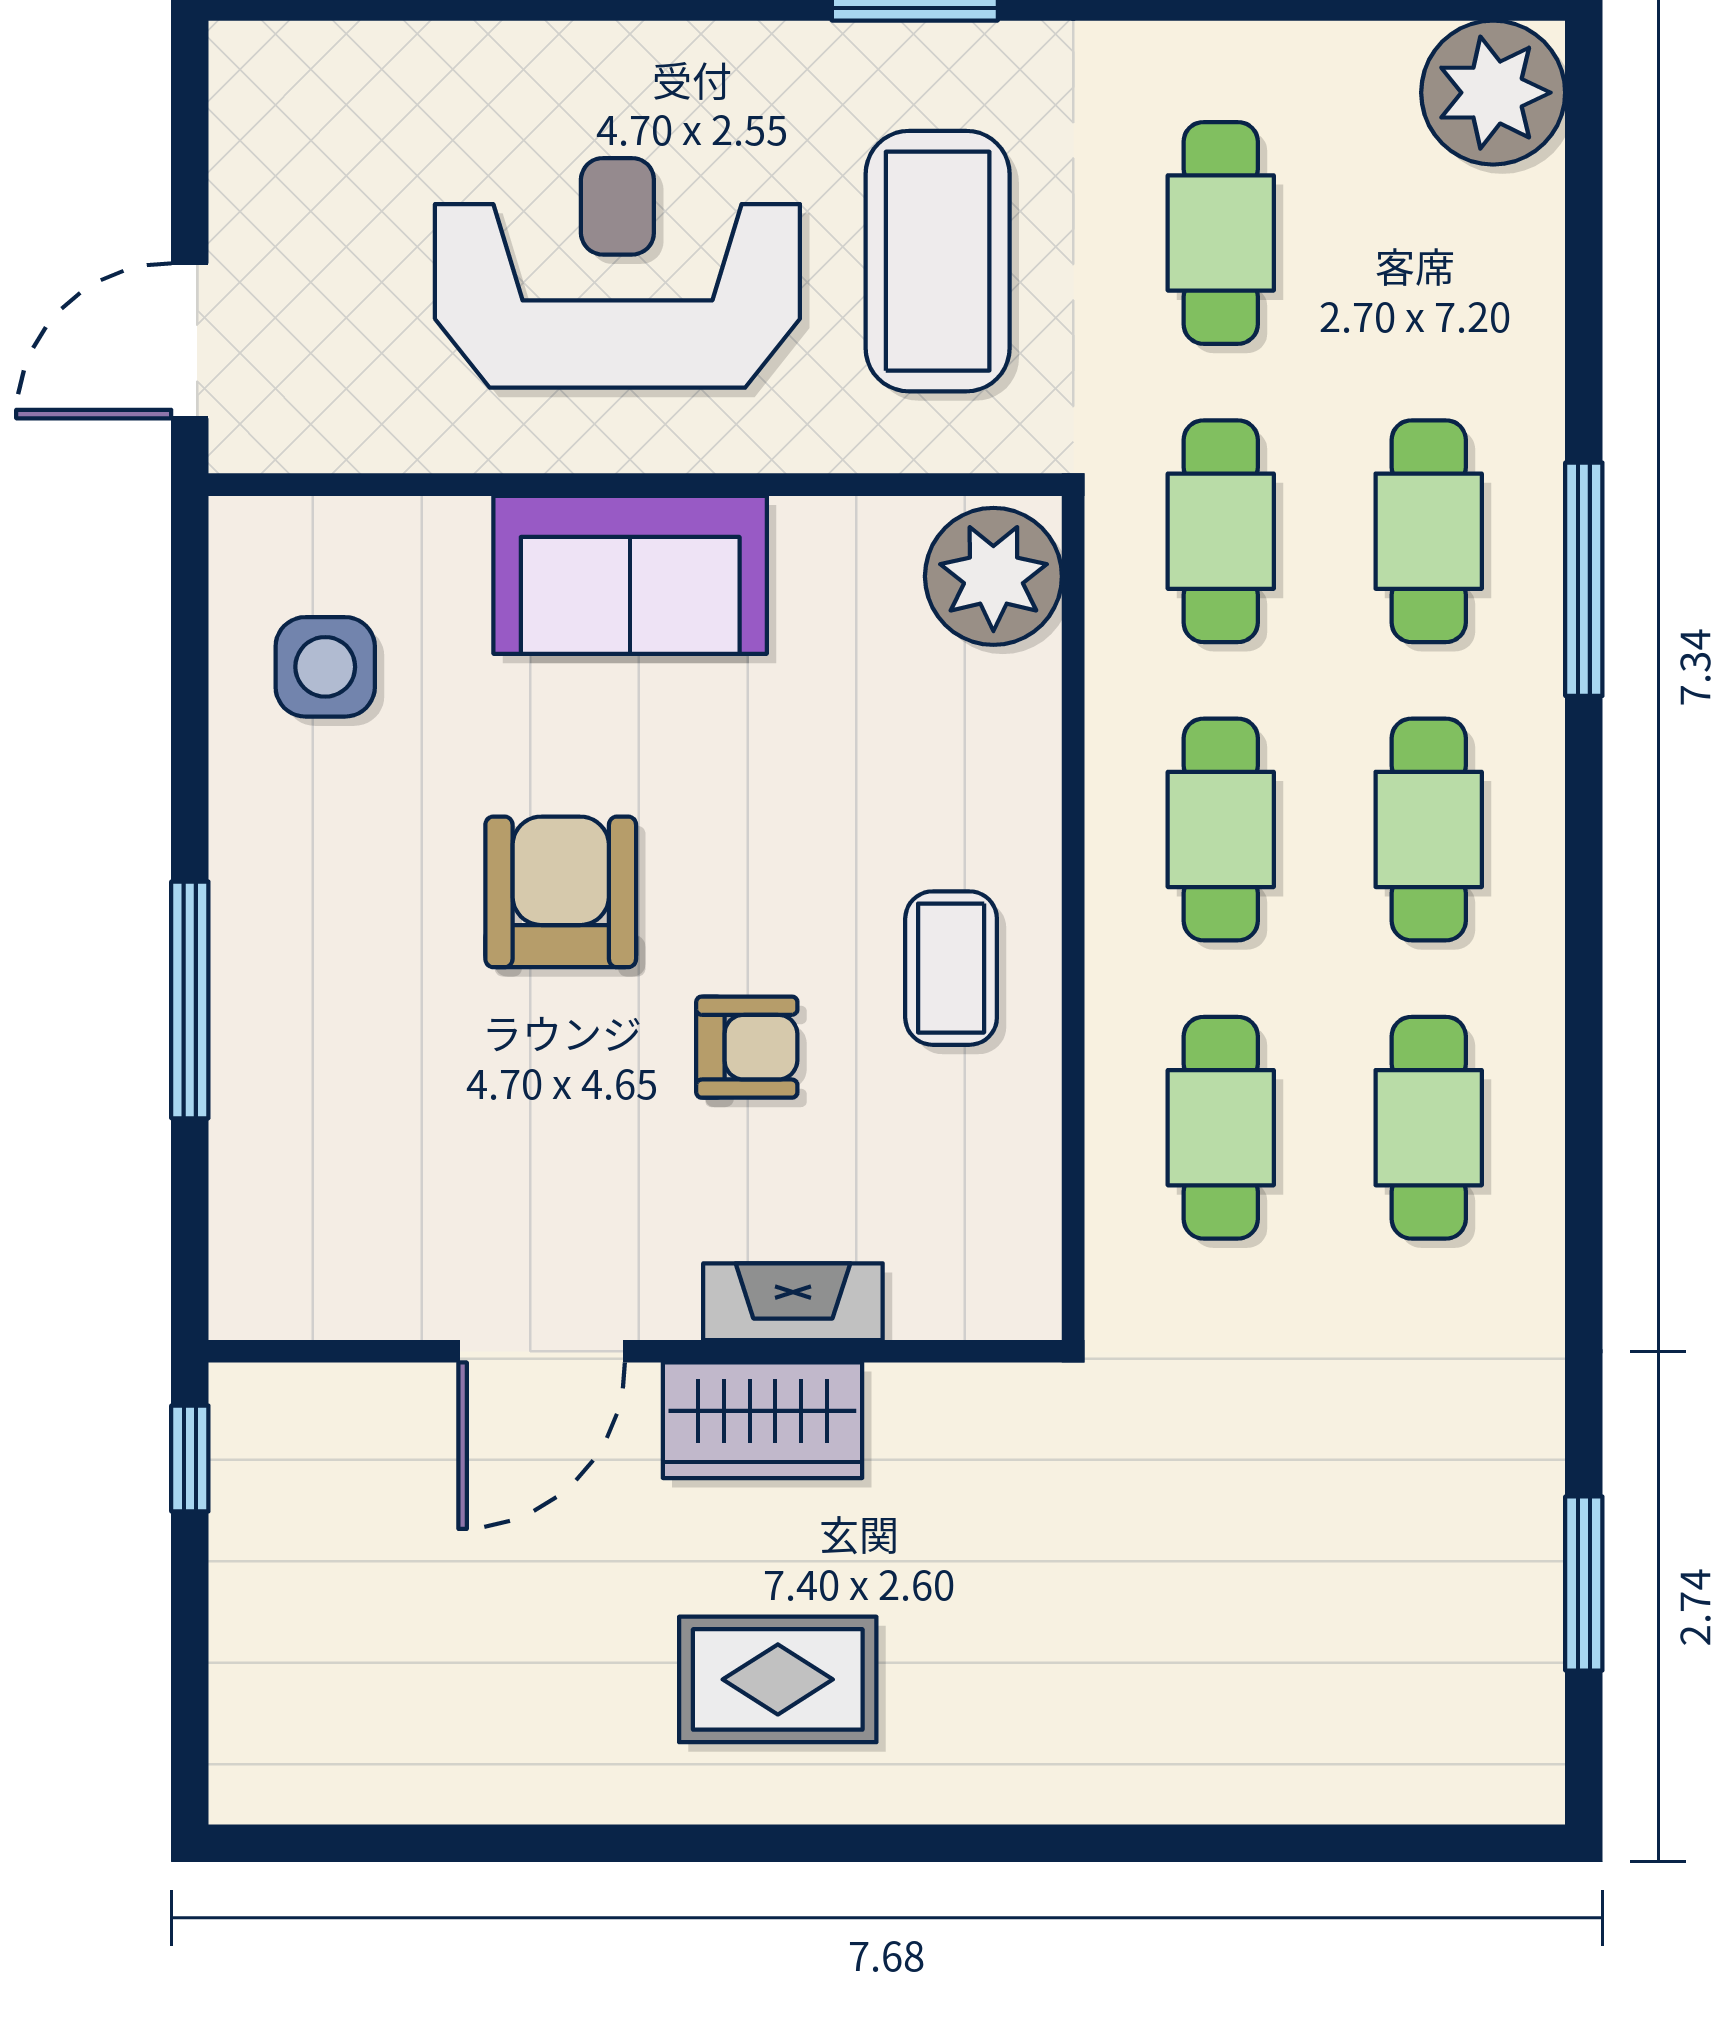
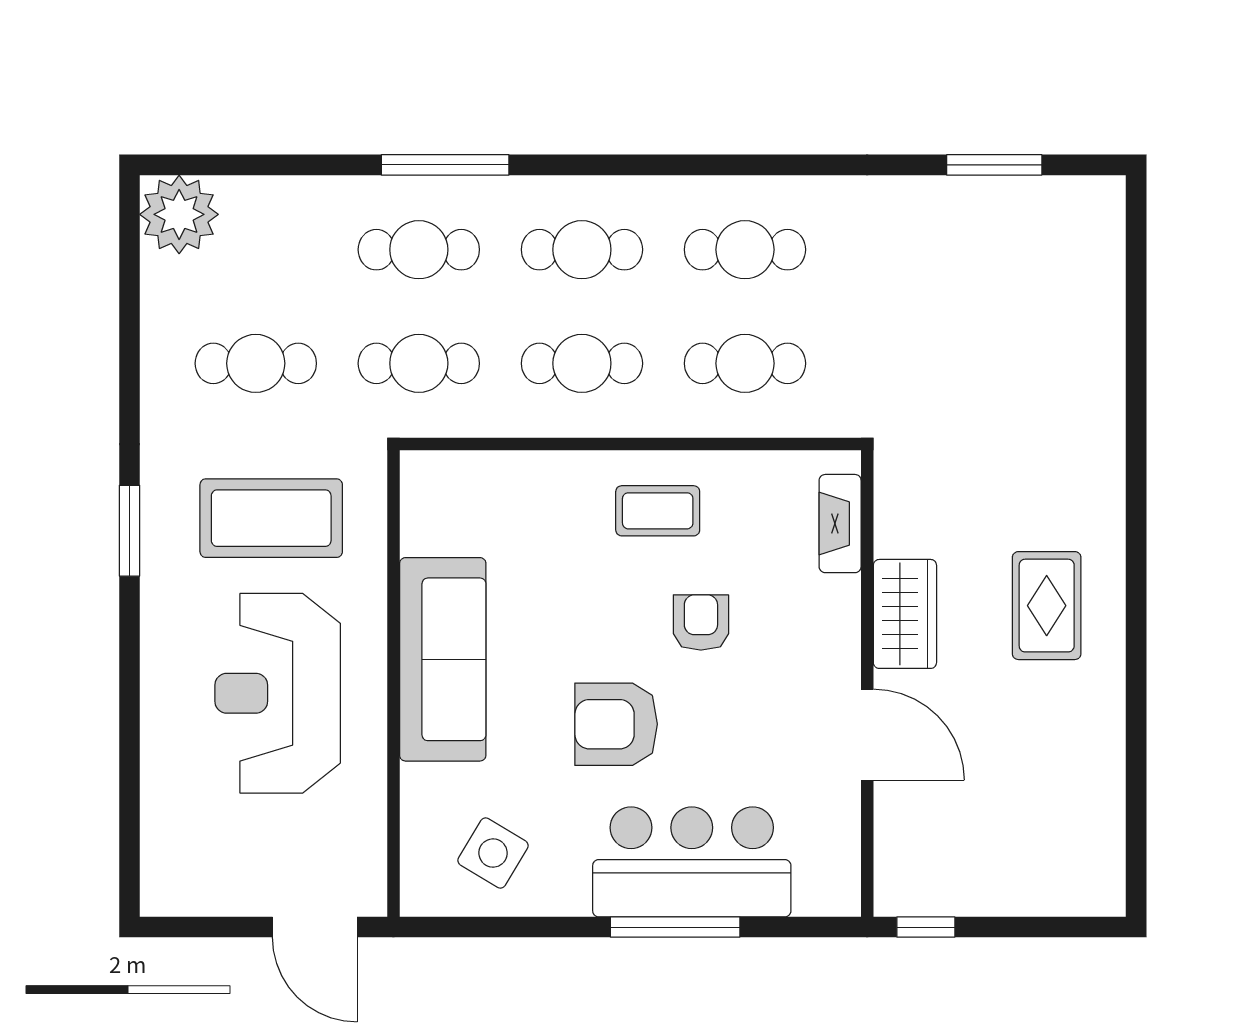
sofa: (630, 575) -> (443, 659), width x1.36
plant: (993, 576) -> (444, 488), removed
side table: (325, 667) -> (493, 853), turned 31
bar counter: (309, 1030) -> (692, 862), added
fireplace: (793, 1302) -> (840, 524), moved

